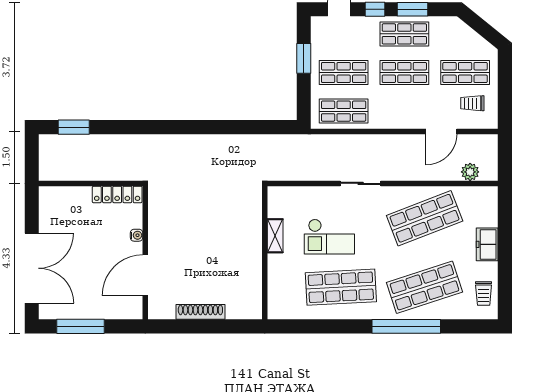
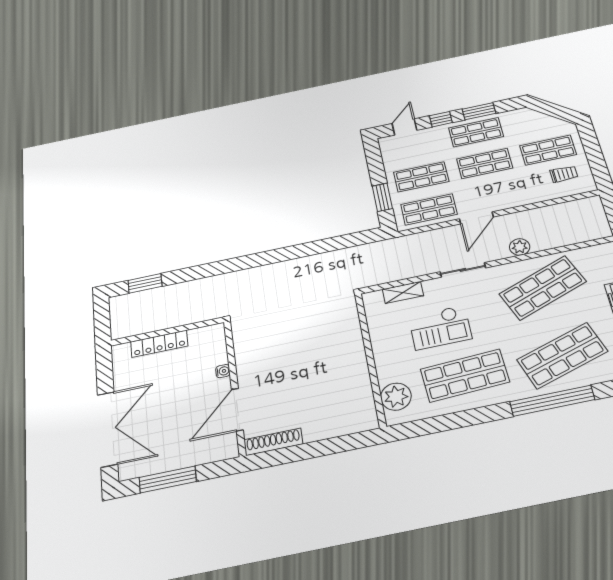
window: (304, 58) -> (382, 197), moved
trolley: (472, 103) -> (564, 174), turned 180
door: (441, 131) -> (476, 218), moved
plant: (470, 172) -> (520, 247), moved
locker: (117, 194) -> (159, 344), moved
shelving: (275, 236) -> (403, 292), moved, turned 90
plant: (280, 294) -> (396, 397), added
shoe rack: (200, 312) -> (273, 442), moved

